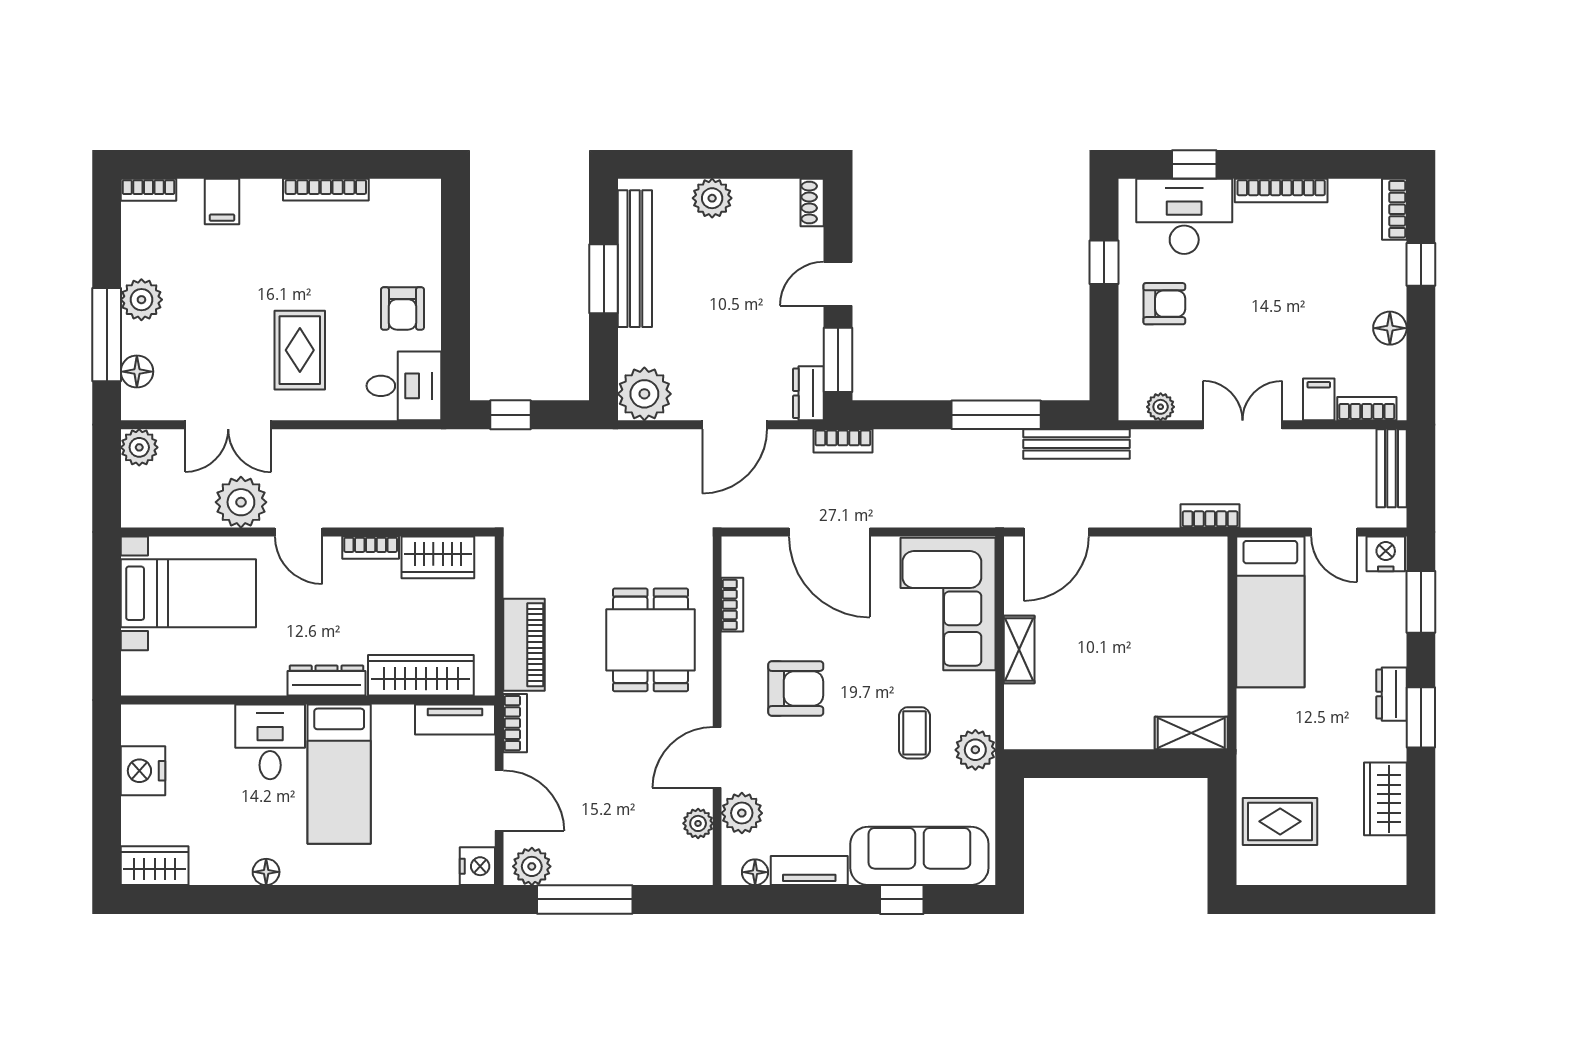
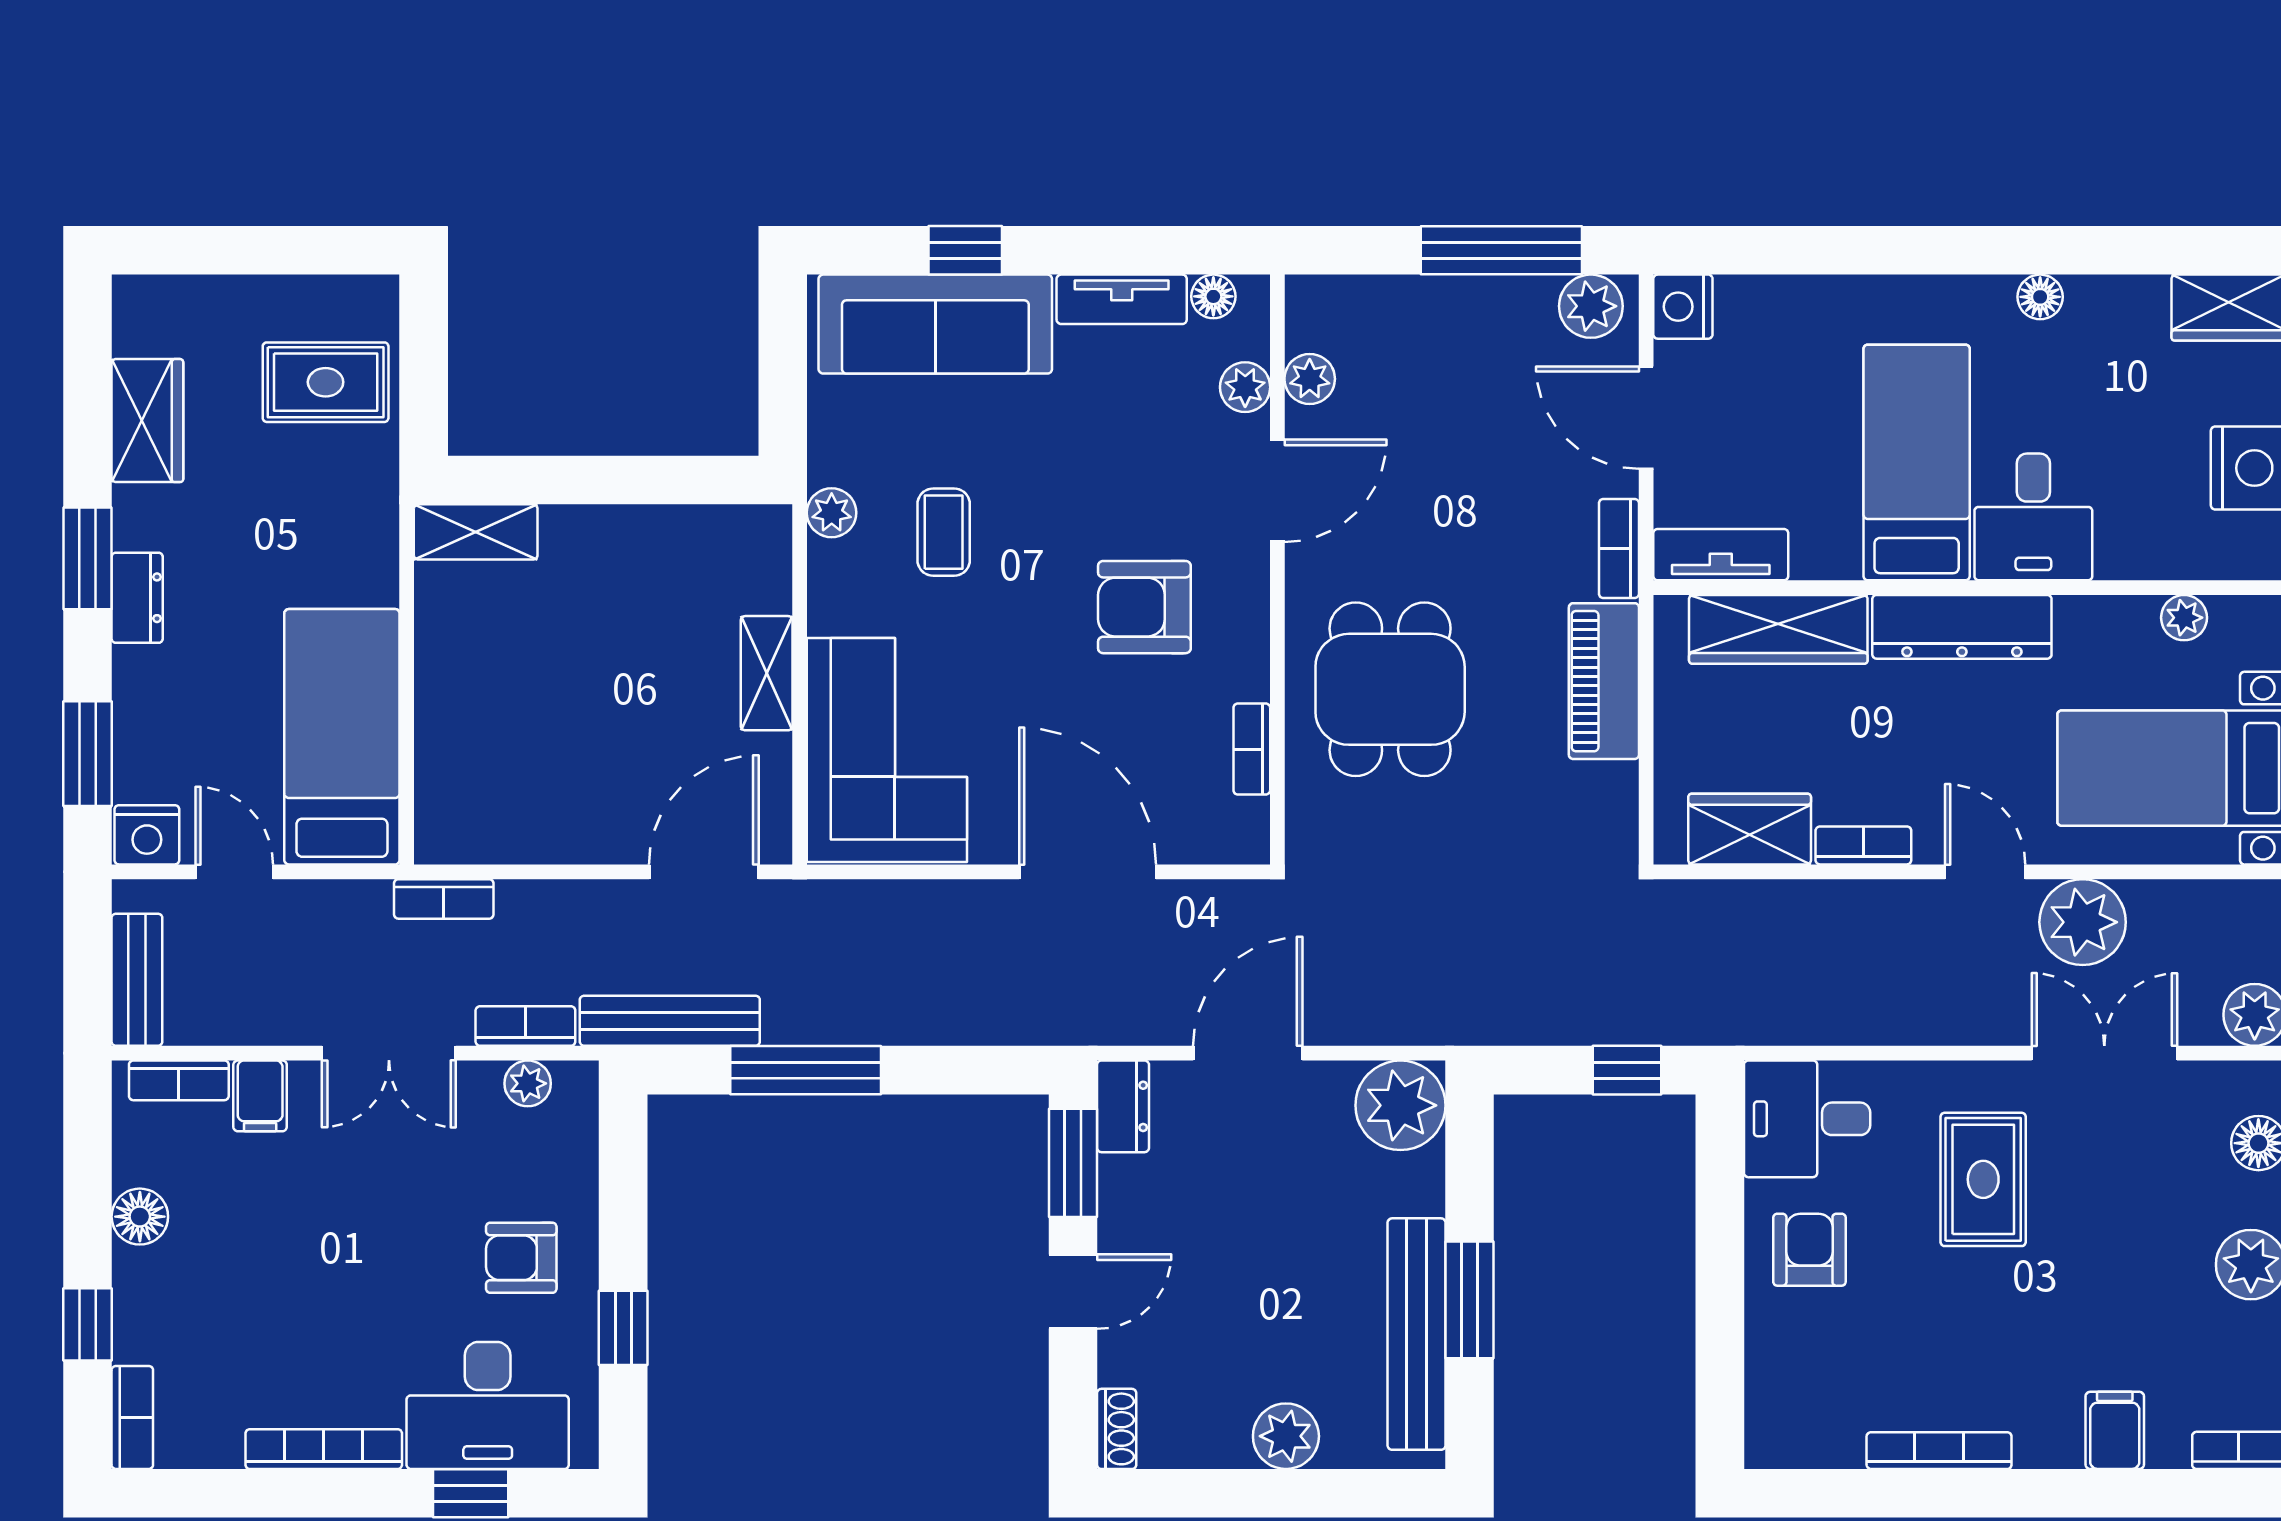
bookcase: (843, 441) -> (525, 1026), moved
dresser: (327, 681) -> (1962, 627), width x1.37, depth x1.24
plant: (181, 682) -> (2184, 618), added
plant: (975, 750) -> (832, 513), width x0.73, depth x0.73
plant: (742, 813) -> (1245, 387), width x0.73, depth x0.73

